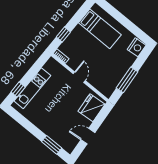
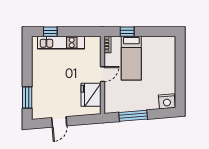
bed: (100, 29) -> (131, 58), moved
fridge: (92, 108) -> (91, 95), moved, turned -85
door: (88, 136) -> (59, 122), swing flipped

